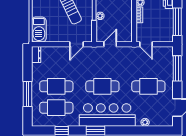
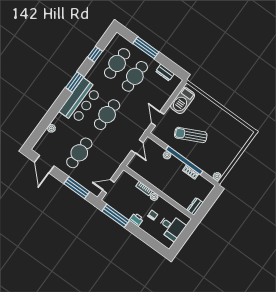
barbecue: (39, 30) -> (182, 101), moved, turned -90
door: (146, 44) -> (108, 186), moved
dresser: (36, 54) -> (165, 73), moved
bar counter: (107, 115) -> (80, 101), width x0.73

